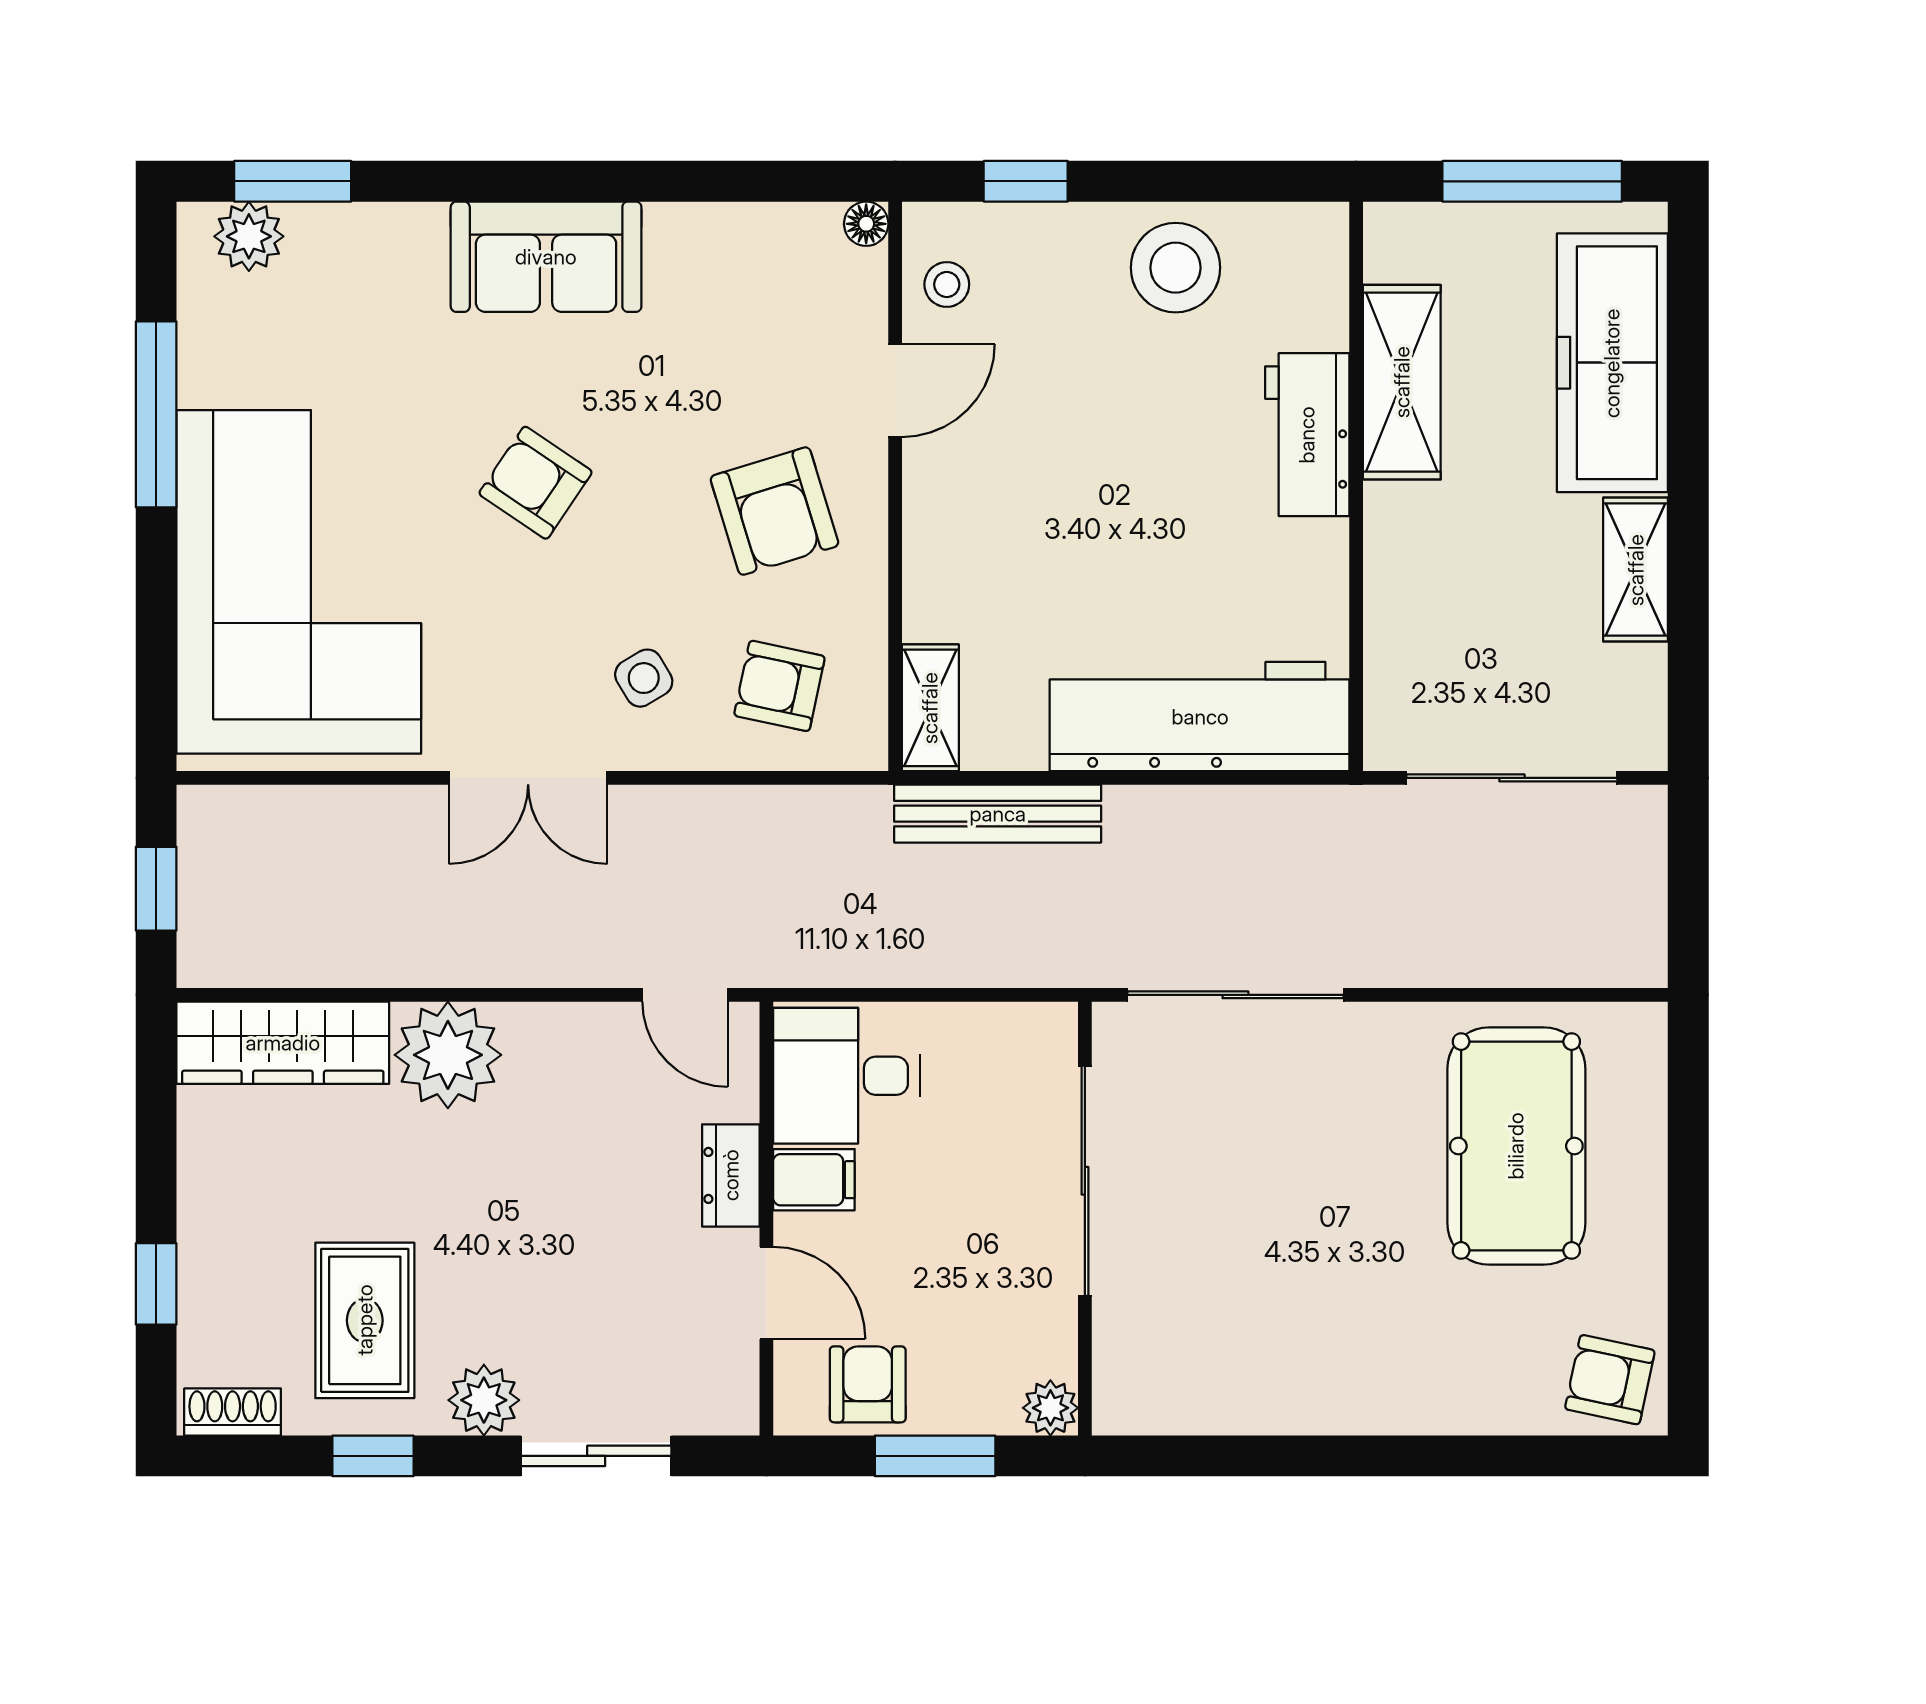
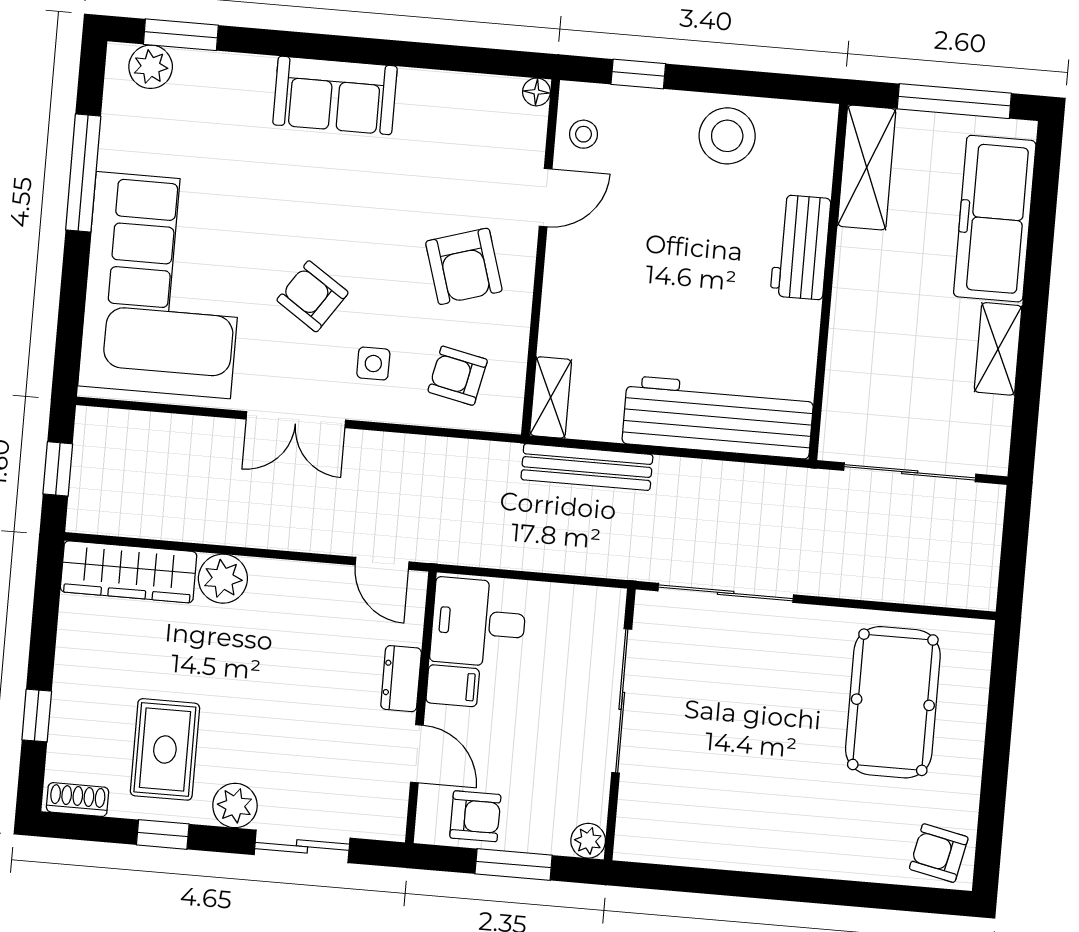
shelving: (1402, 382) -> (867, 167), moved
armchair: (536, 483) -> (312, 296), moved
side table: (644, 678) -> (373, 364), turned 31
plant: (448, 1055) -> (223, 579), width x0.73, depth x0.73
armchair: (868, 1384) -> (475, 816), turned 90

